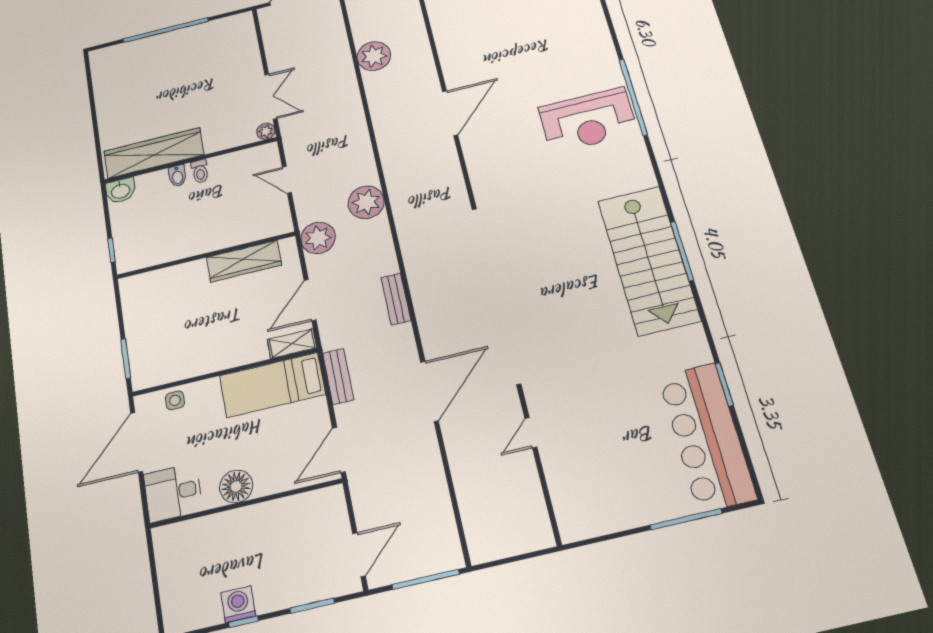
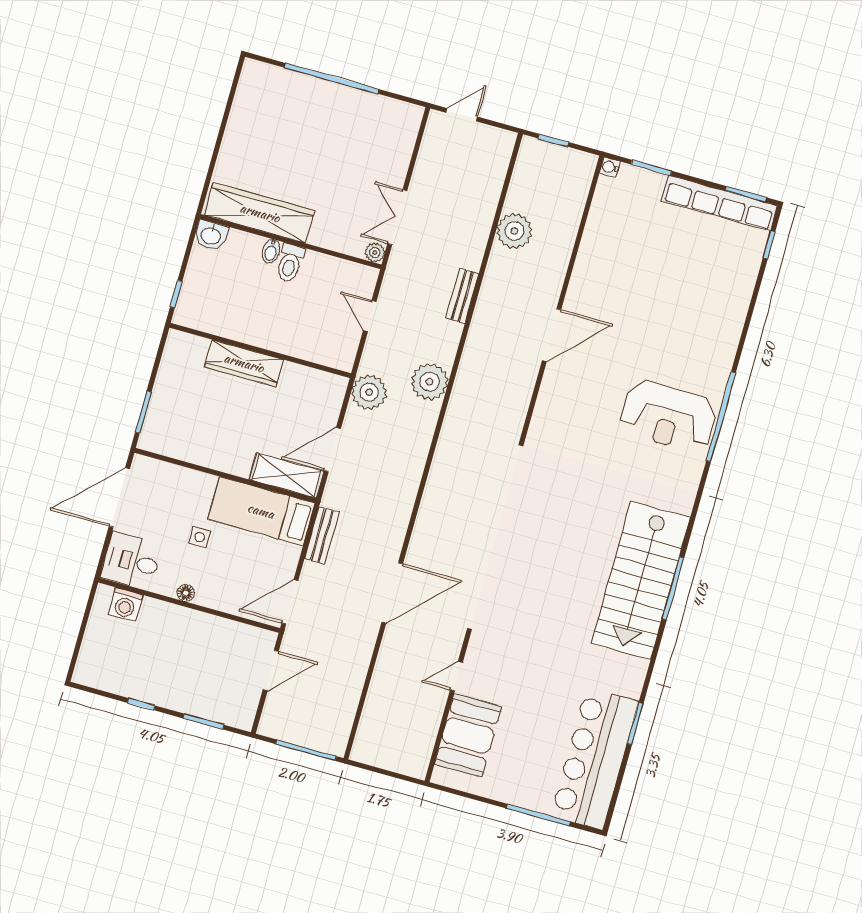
double door: (271, 97) -> (397, 217), swing flipped
toilet: (200, 171) -> (290, 263), width x1.37, depth x1.39
wardrobe: (244, 261) -> (244, 363), moved
bench: (396, 299) -> (462, 296), moved
shelving: (292, 344) -> (286, 476), width x1.50, depth x1.33
side table: (175, 400) -> (200, 537), moved
booth: (574, 481) -> (468, 735), added
floor lamp: (236, 486) -> (186, 593), width x0.53, depth x0.53
door: (359, 555) -> (271, 670), moved
washing machine: (238, 604) -> (125, 605), moved, turned 180

